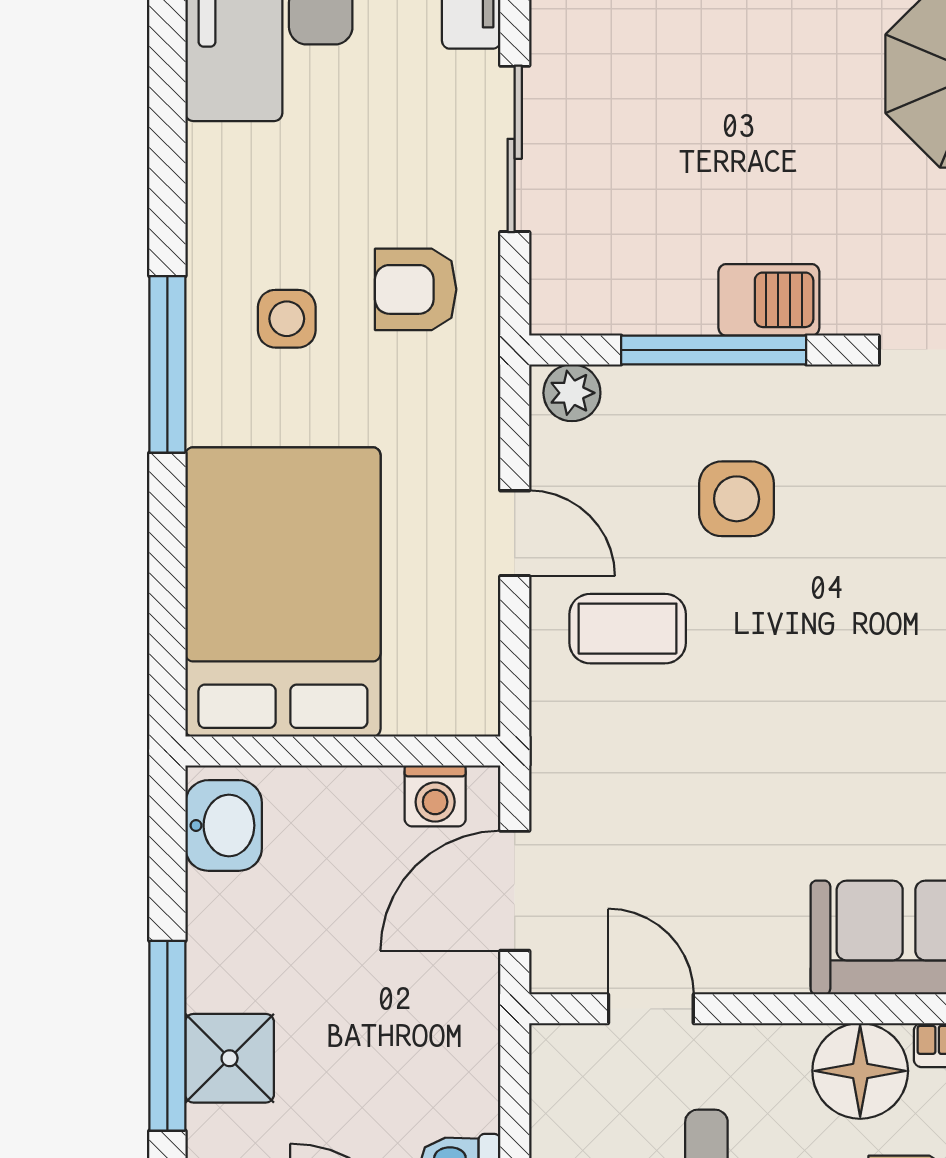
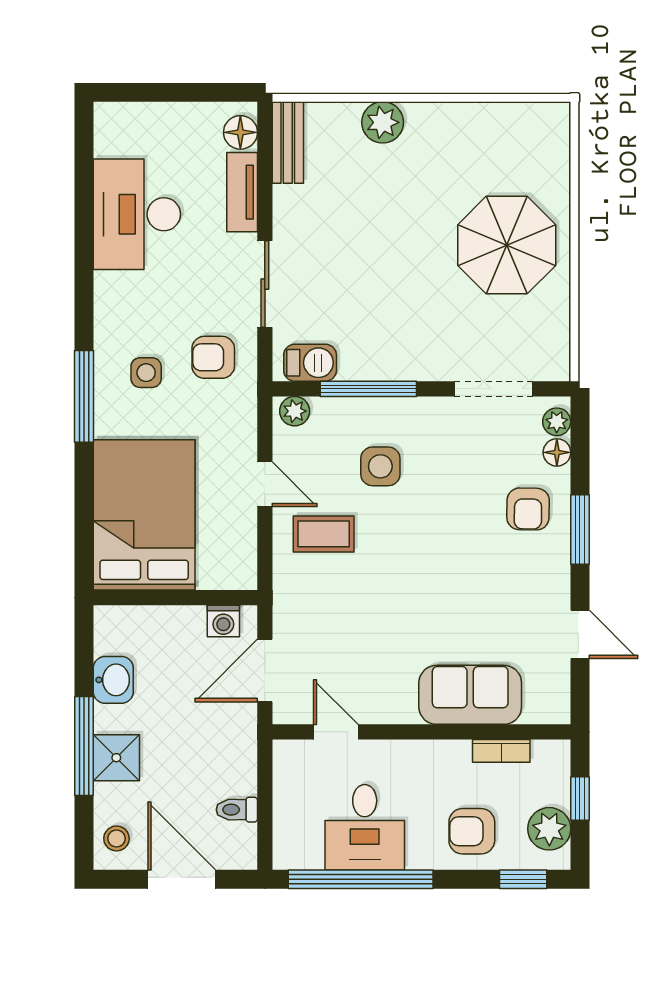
barbecue: (769, 300) -> (310, 363), moved
washbasin: (224, 825) -> (113, 680), moved
floor lamp: (860, 1071) -> (445, 764), removed

